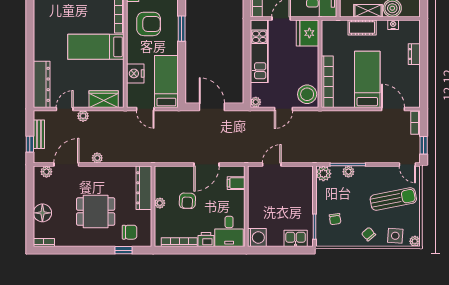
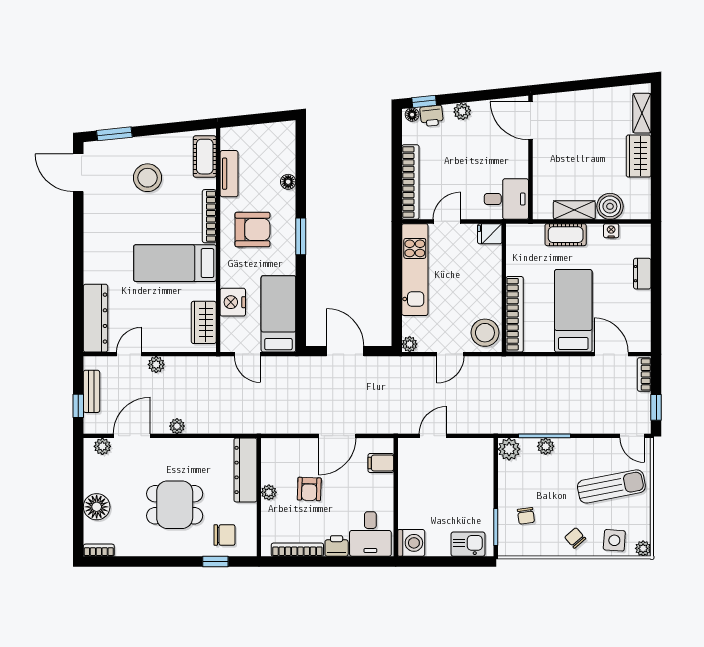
fridge: (308, 33) -> (490, 234), width x0.53, depth x0.75
wardrobe: (104, 99) -> (204, 322), moved, turned -90

